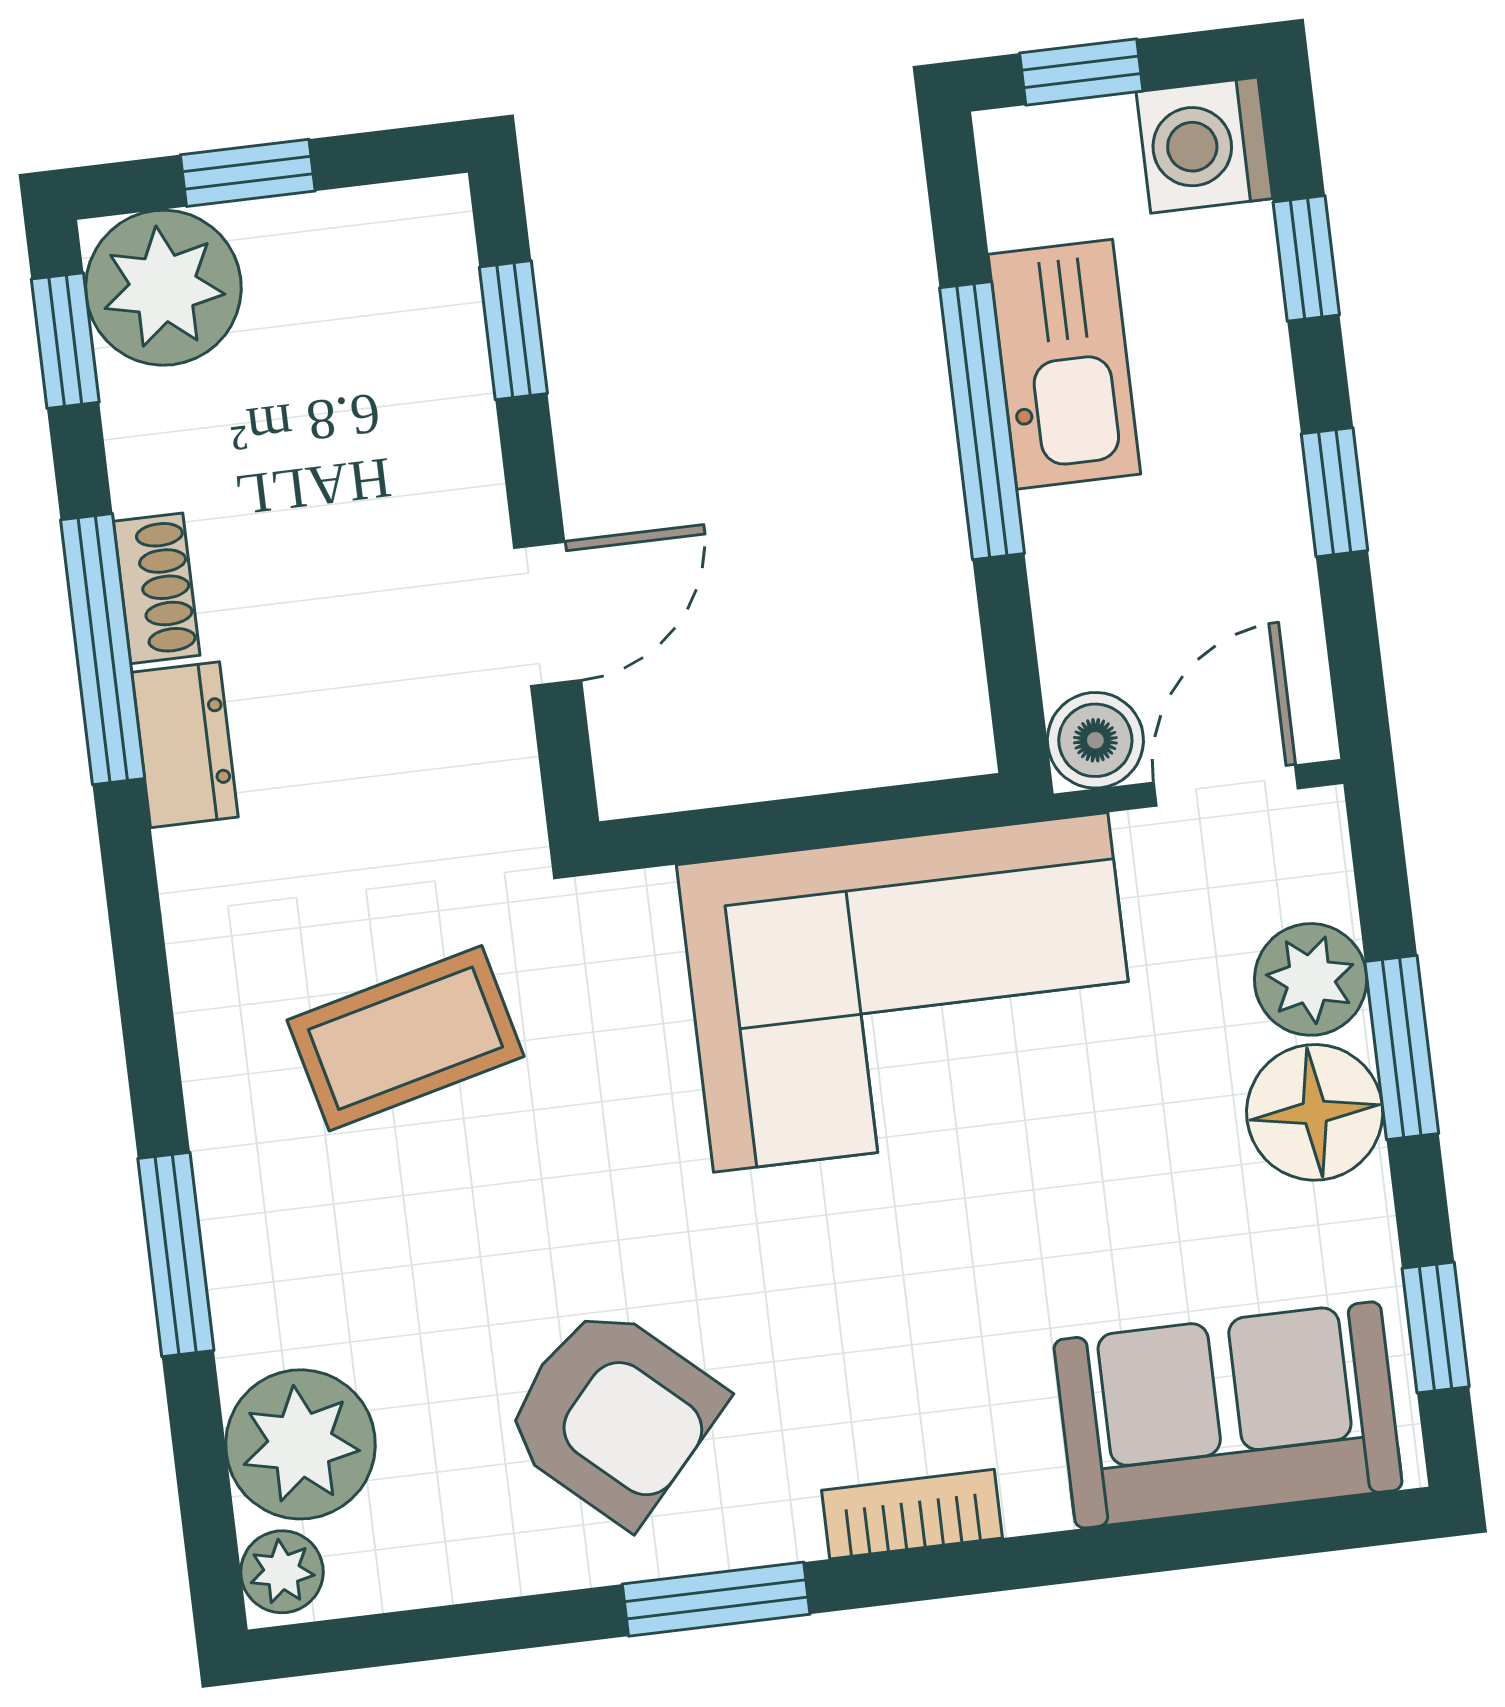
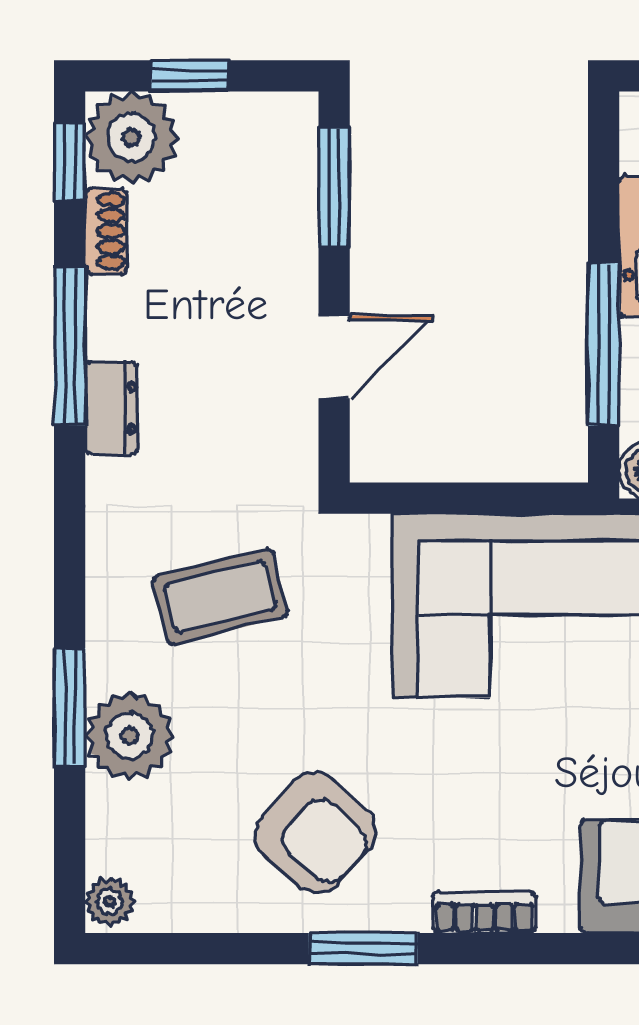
window: (513, 330) -> (334, 187), width x1.50
window: (982, 421) -> (604, 344), moved
shoe rack: (157, 588) -> (106, 231), moved
plant: (300, 1444) -> (130, 736), moved

